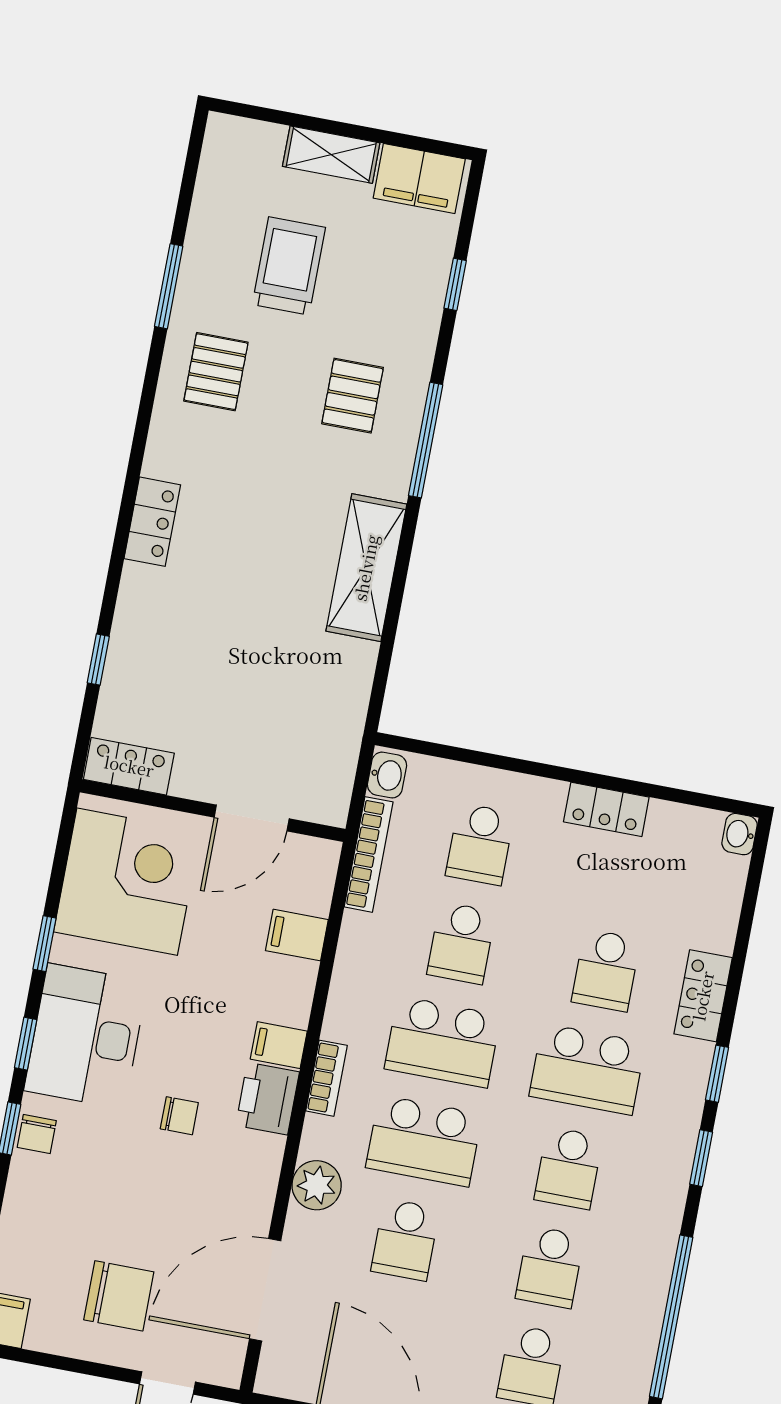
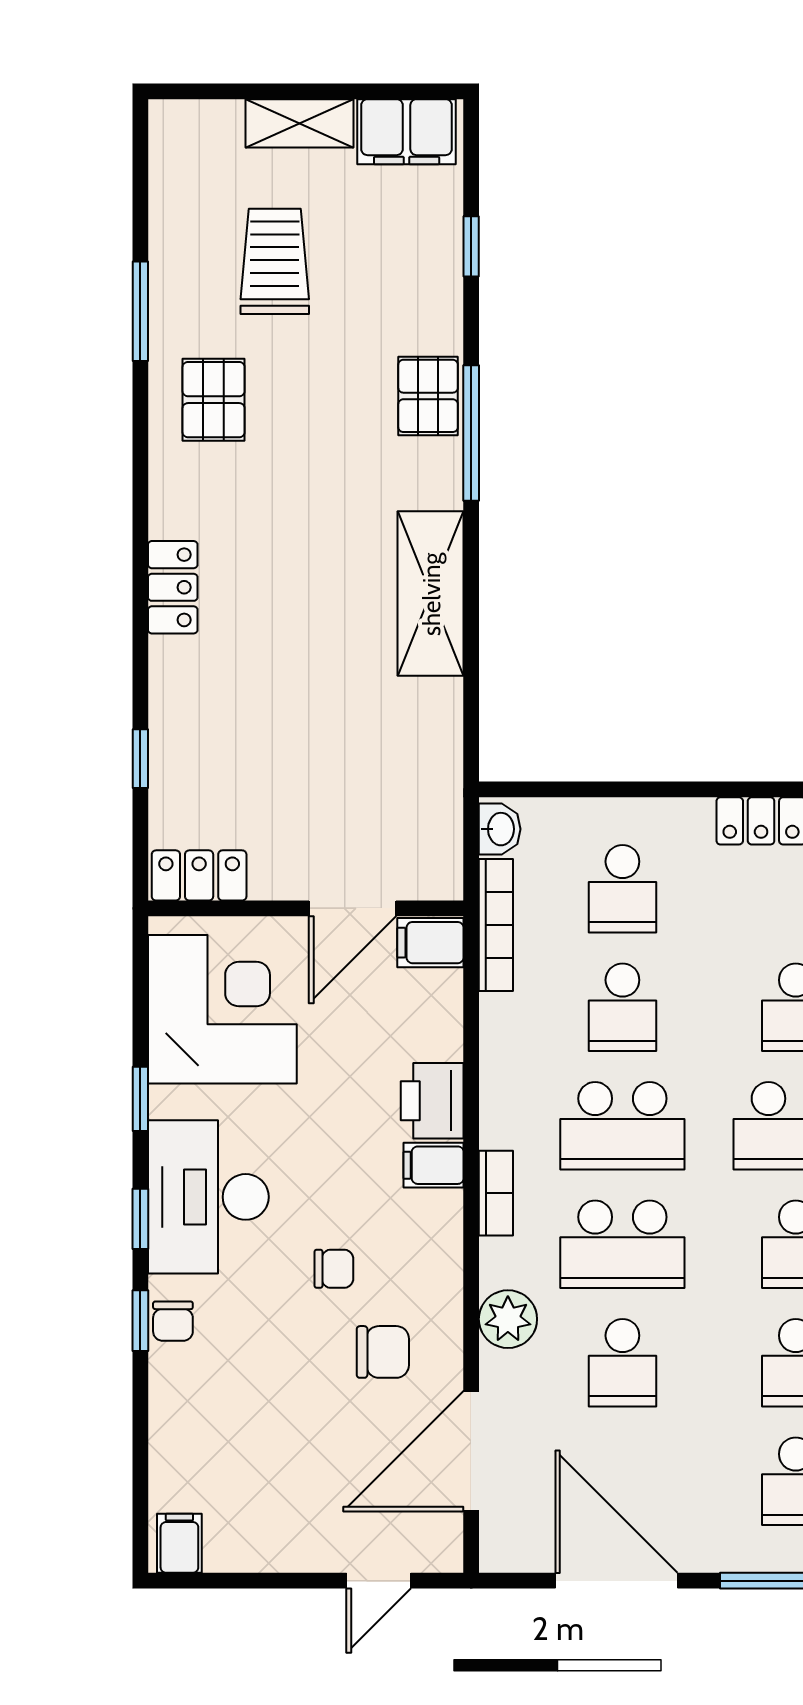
pallet: (353, 396) -> (428, 396), moved
filing cabinet: (297, 935) -> (430, 943), moved
printer: (267, 1099) -> (432, 1101), moved
chair: (119, 1296) -> (383, 1352), moved, width x0.73, depth x0.73

